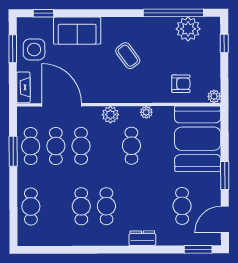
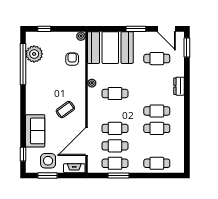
coffee table: (128, 56) -> (65, 110), moved
plant: (110, 115) -> (93, 108), removed

